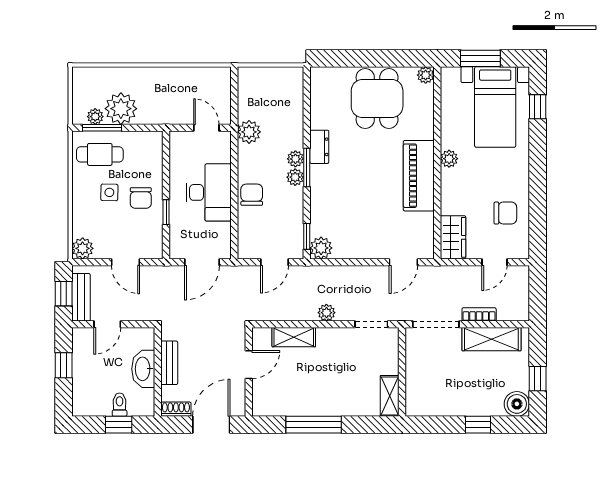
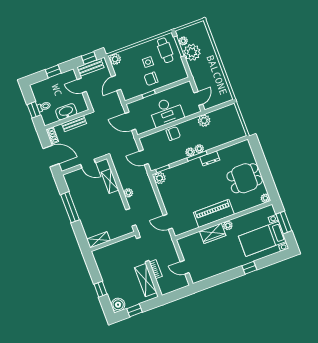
window: (538, 107) -> (249, 268), moved
chair: (505, 213) -> (211, 264), removed
wardrobe: (453, 237) -> (213, 233), moved

